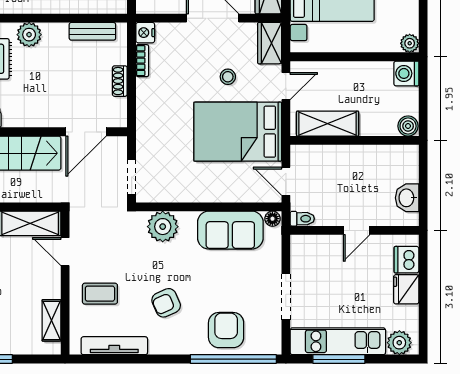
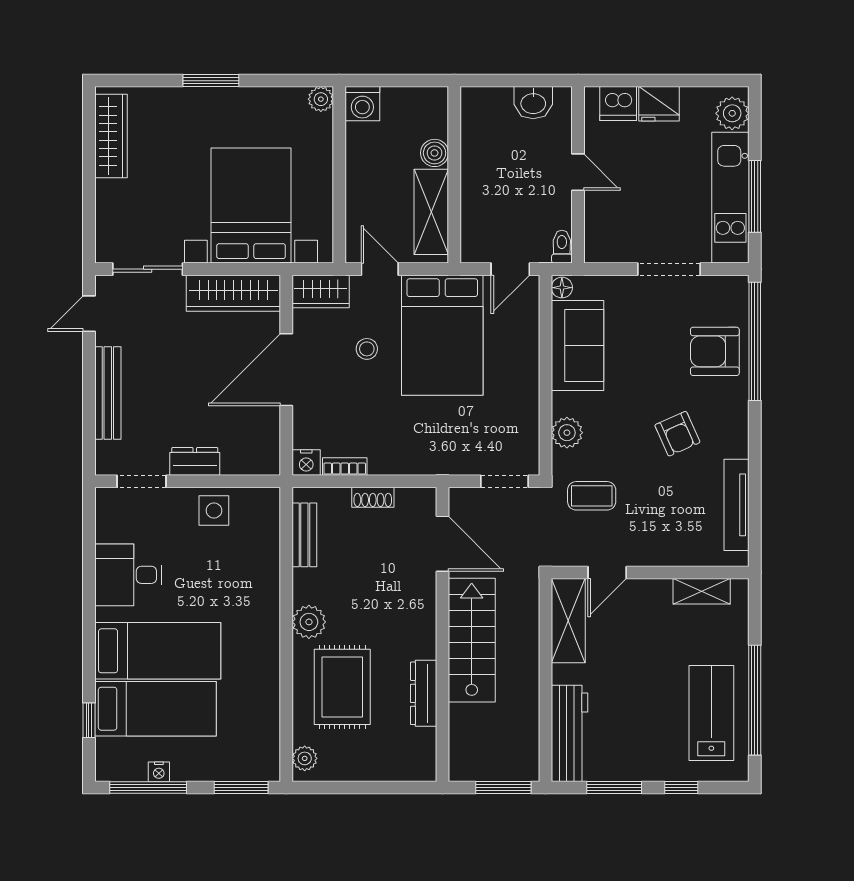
boiler: (408, 126) -> (435, 153), moved
plant: (163, 227) -> (567, 433), width x0.73, depth x0.73
coffee table: (100, 294) -> (592, 496), moved, turned 90

